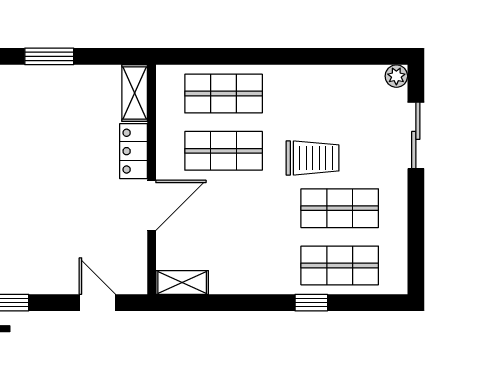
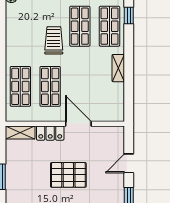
pallet: (53, 186) -> (68, 175), added
shelving: (182, 282) -> (118, 68), moved
door: (97, 303) -> (129, 163), moved
window: (311, 303) -> (129, 15), moved

